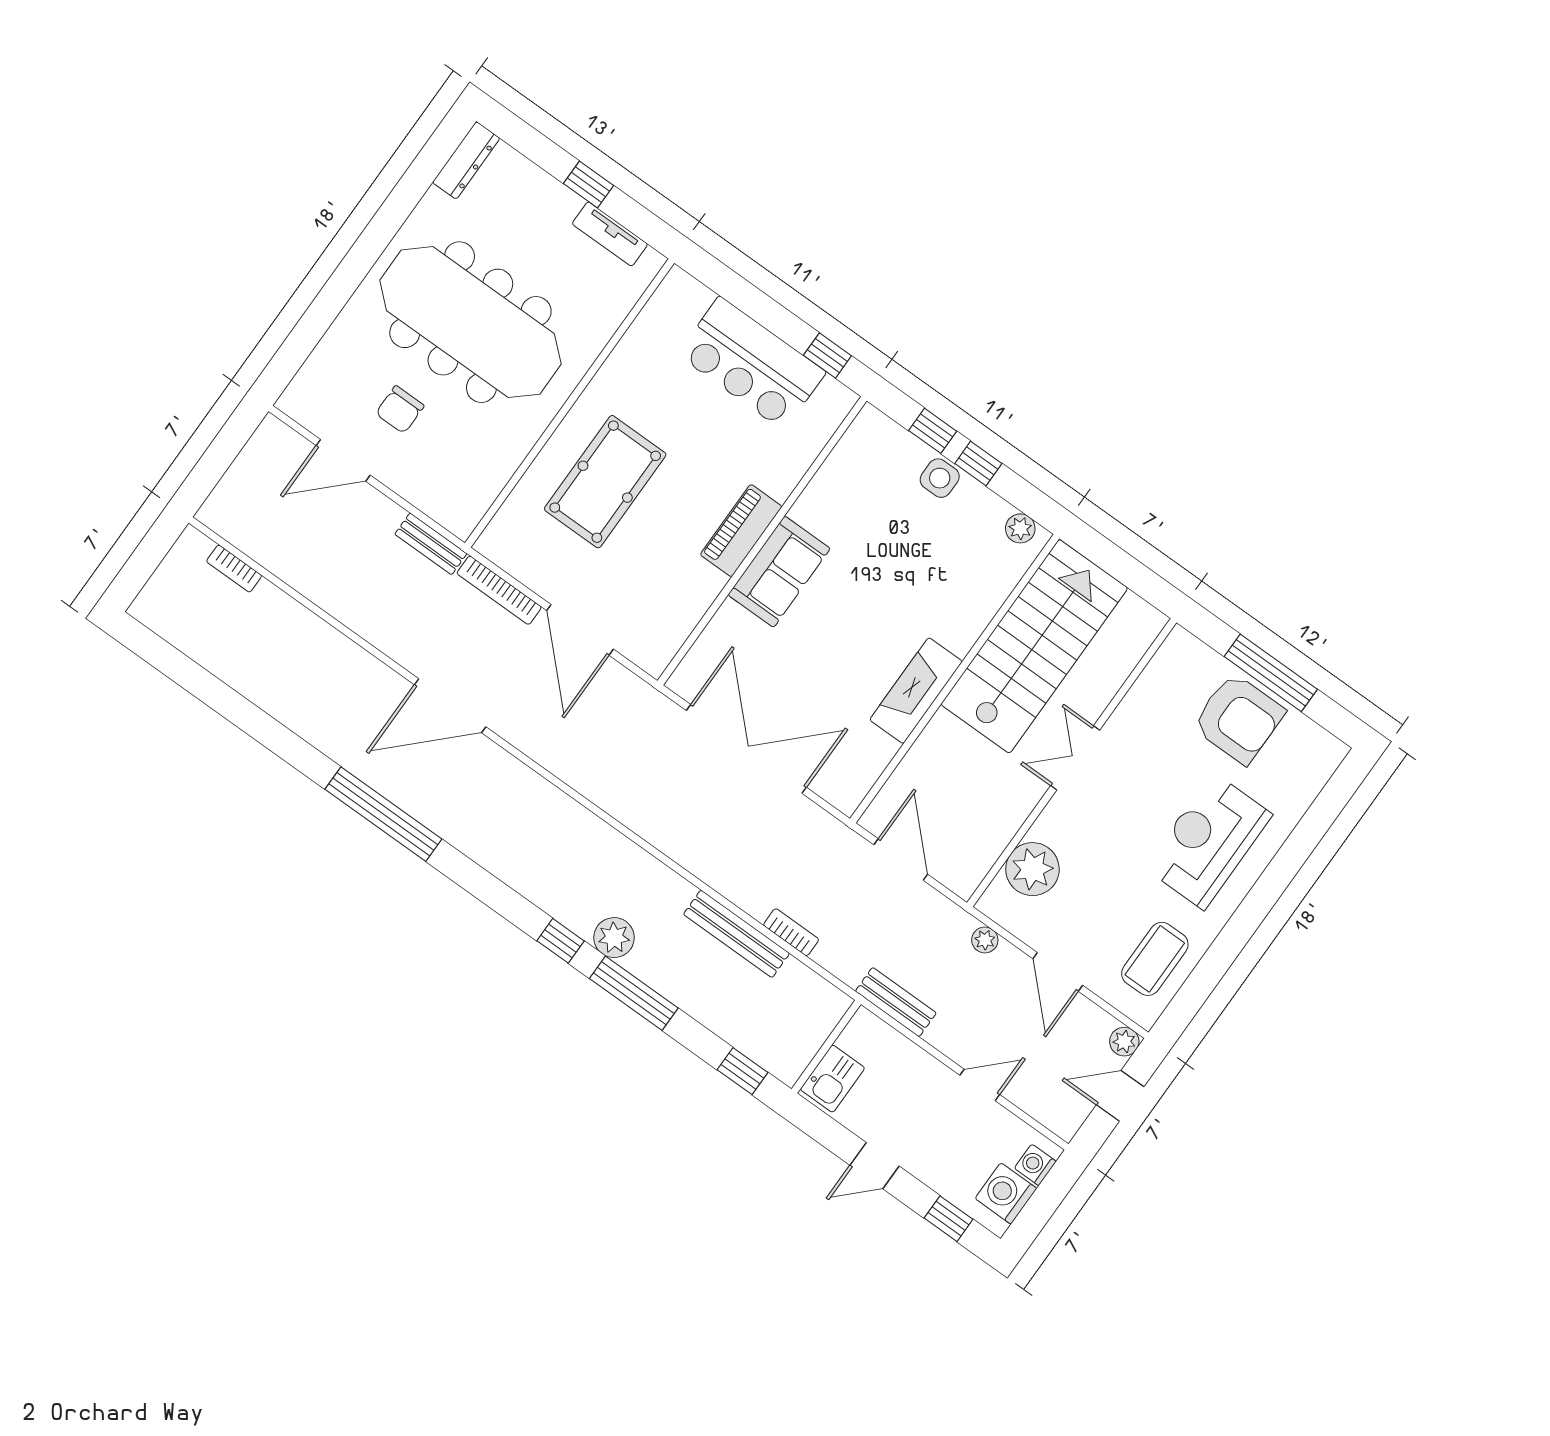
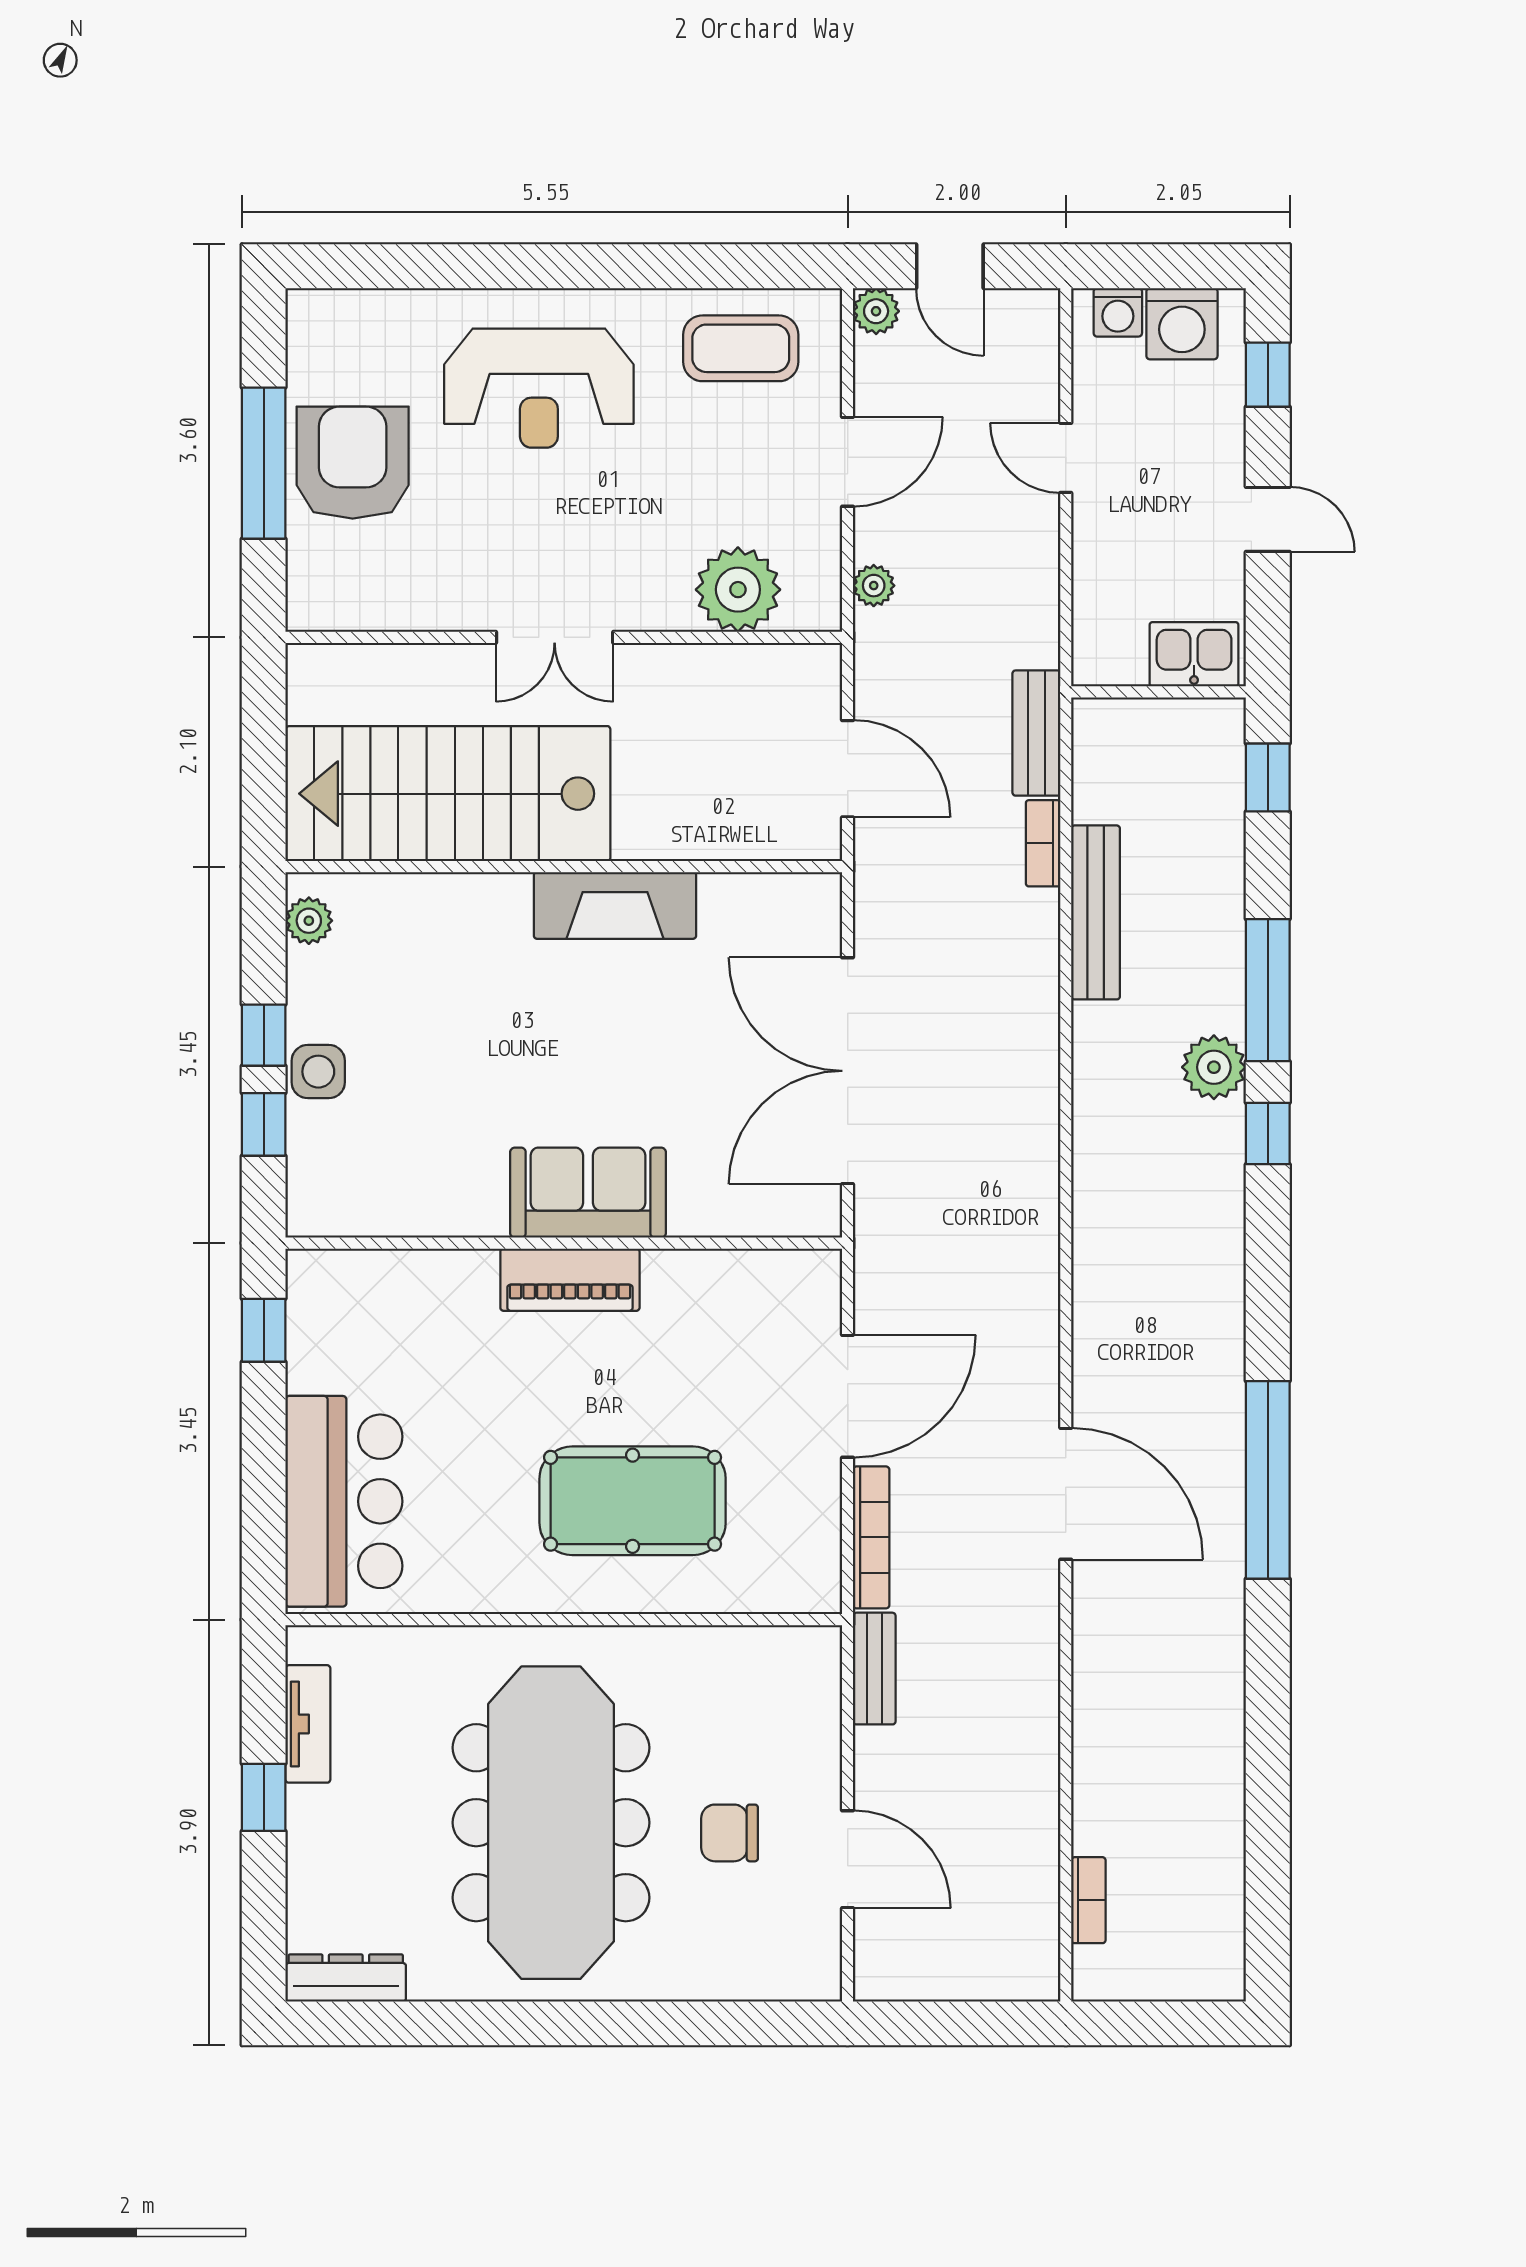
bar counter: (752, 363) -> (344, 1501), moved
chair: (400, 410) -> (730, 1833), turned 180
door: (901, 860) -> (848, 769), swing flipped
bench: (896, 1002) -> (1036, 733), moved

